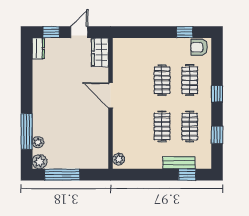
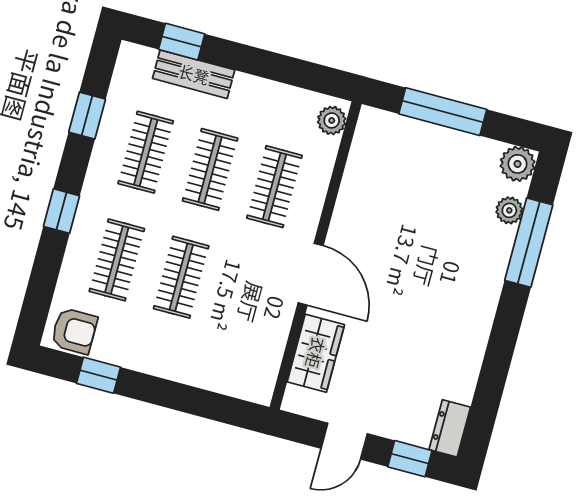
wardrobe: (100, 52) -> (316, 353), moved
clothes rail: (134, 127) -> (274, 187), added
window: (62, 175) -> (443, 112), moved

